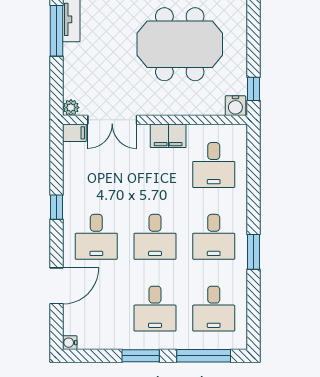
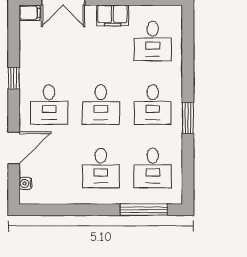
water cooler: (70, 343) -> (25, 183), moved
window: (141, 356) -> (88, 210), removed

